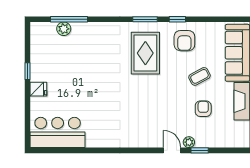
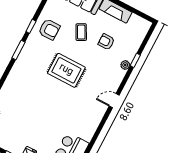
rug: (145, 53) -> (66, 70), moved
door: (172, 150) -> (114, 101), moved

